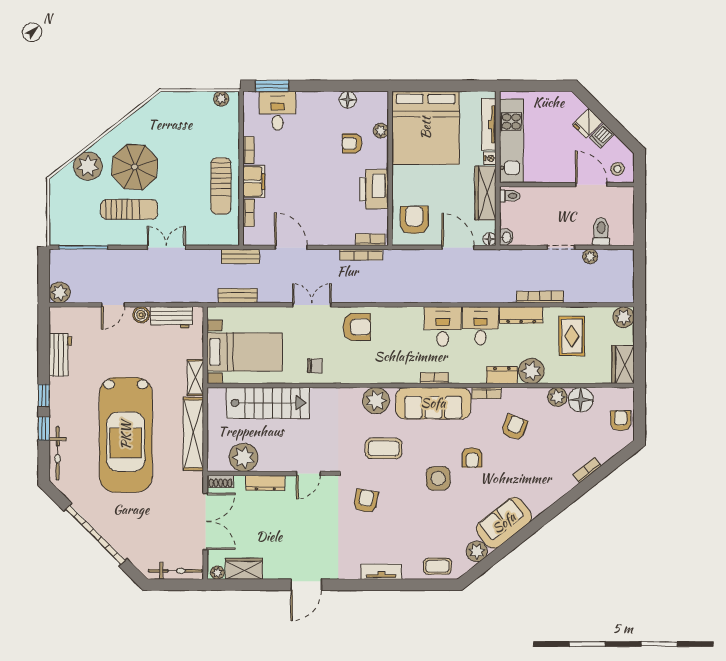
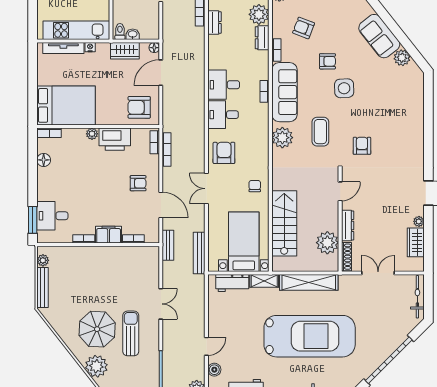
bench: (187, 98) -> (43, 288), added
bookcase: (382, 107) -> (49, 133), added
bed: (426, 128) -> (66, 105), width x0.73
plant: (381, 131) -> (92, 134), moved
armchair: (352, 143) -> (138, 183), moved, turned -90
sun lounger: (221, 186) -> (112, 261), removed
wardrobe: (486, 193) -> (125, 51), width x0.67
washbasin: (506, 237) -> (133, 34), moved
double door: (166, 247) -> (161, 304), swing flipped
door: (291, 247) -> (161, 205), swing flipped
bench: (238, 296) -> (199, 253), width x1.36
door: (113, 305) -> (206, 346), hinge flipped
boiler: (141, 315) -> (214, 370), moved
dresser: (521, 315) -> (214, 23), width x0.70
workbench: (171, 317) -> (232, 283), moved, turned 90
desk: (480, 326) -> (223, 115), moved
door: (308, 473) -> (340, 191), hinge flipped
shoe rack: (221, 481) -> (346, 257), width x1.43
armchair: (366, 501) -> (362, 146), turned 80
double door: (205, 521) -> (378, 273), width x0.73
coffee table: (437, 566) -> (414, 89), removed
tv unit: (381, 572) -> (418, 133), removed
plant: (217, 573) -> (419, 221), moved

